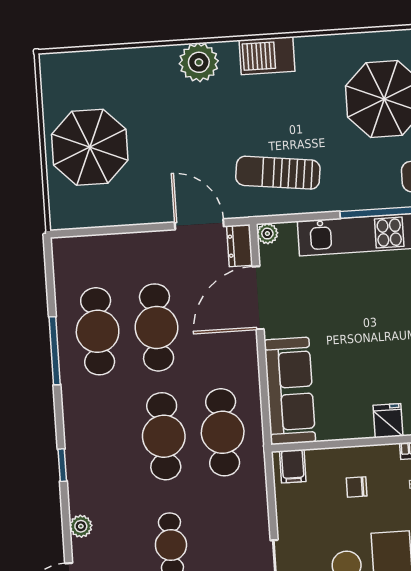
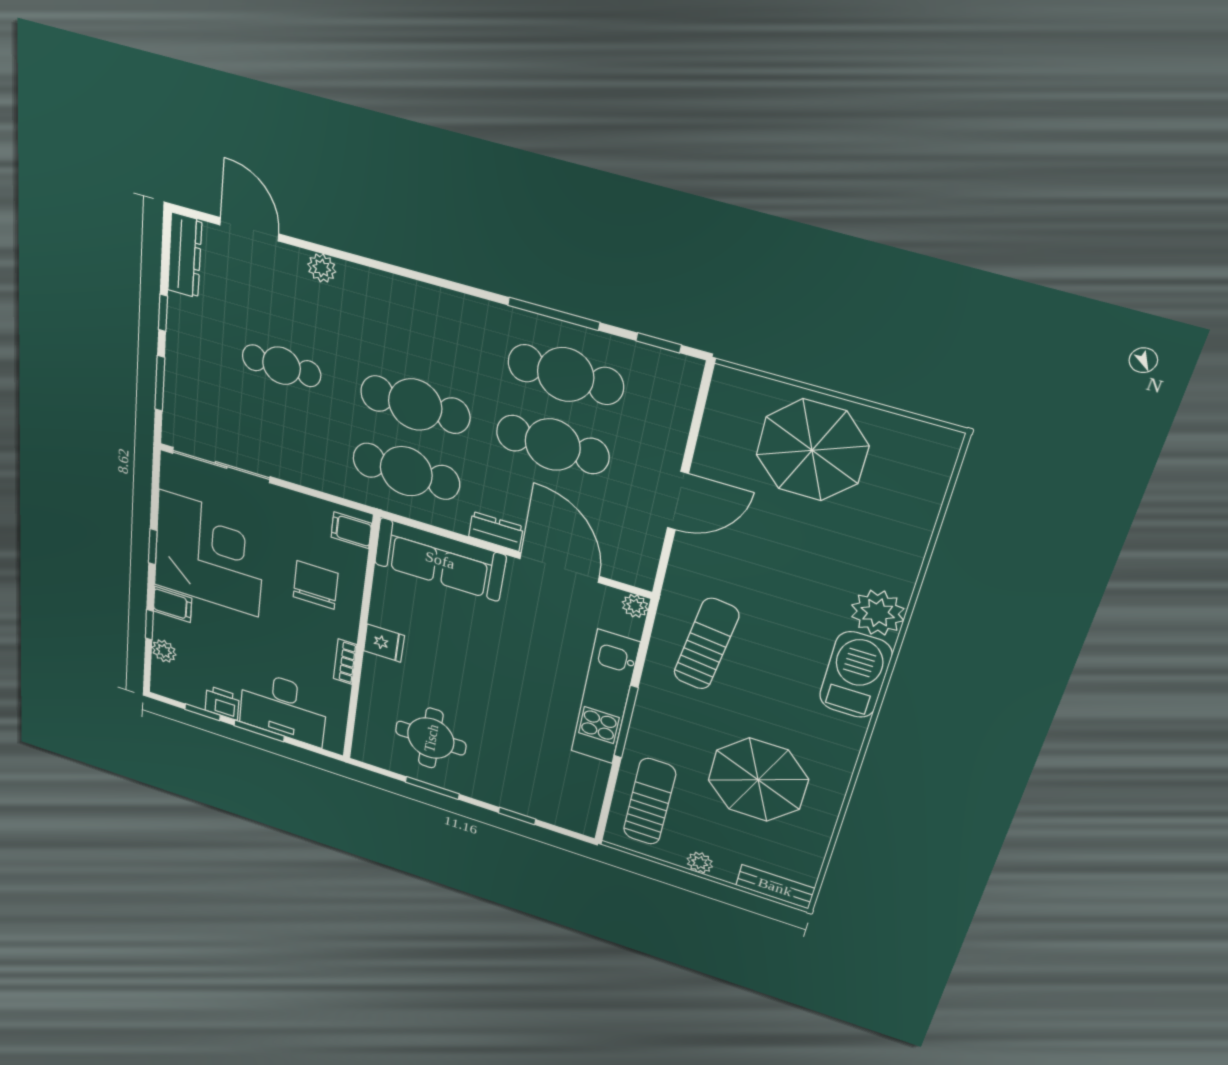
barbecue: (267, 56) -> (856, 675), width x1.37, depth x1.21
door: (199, 224) -> (678, 501), moved
dresser: (240, 246) -> (496, 532), moved
window: (62, 465) -> (659, 343), moved
chair: (357, 487) -> (315, 585), width x1.87, depth x1.87

